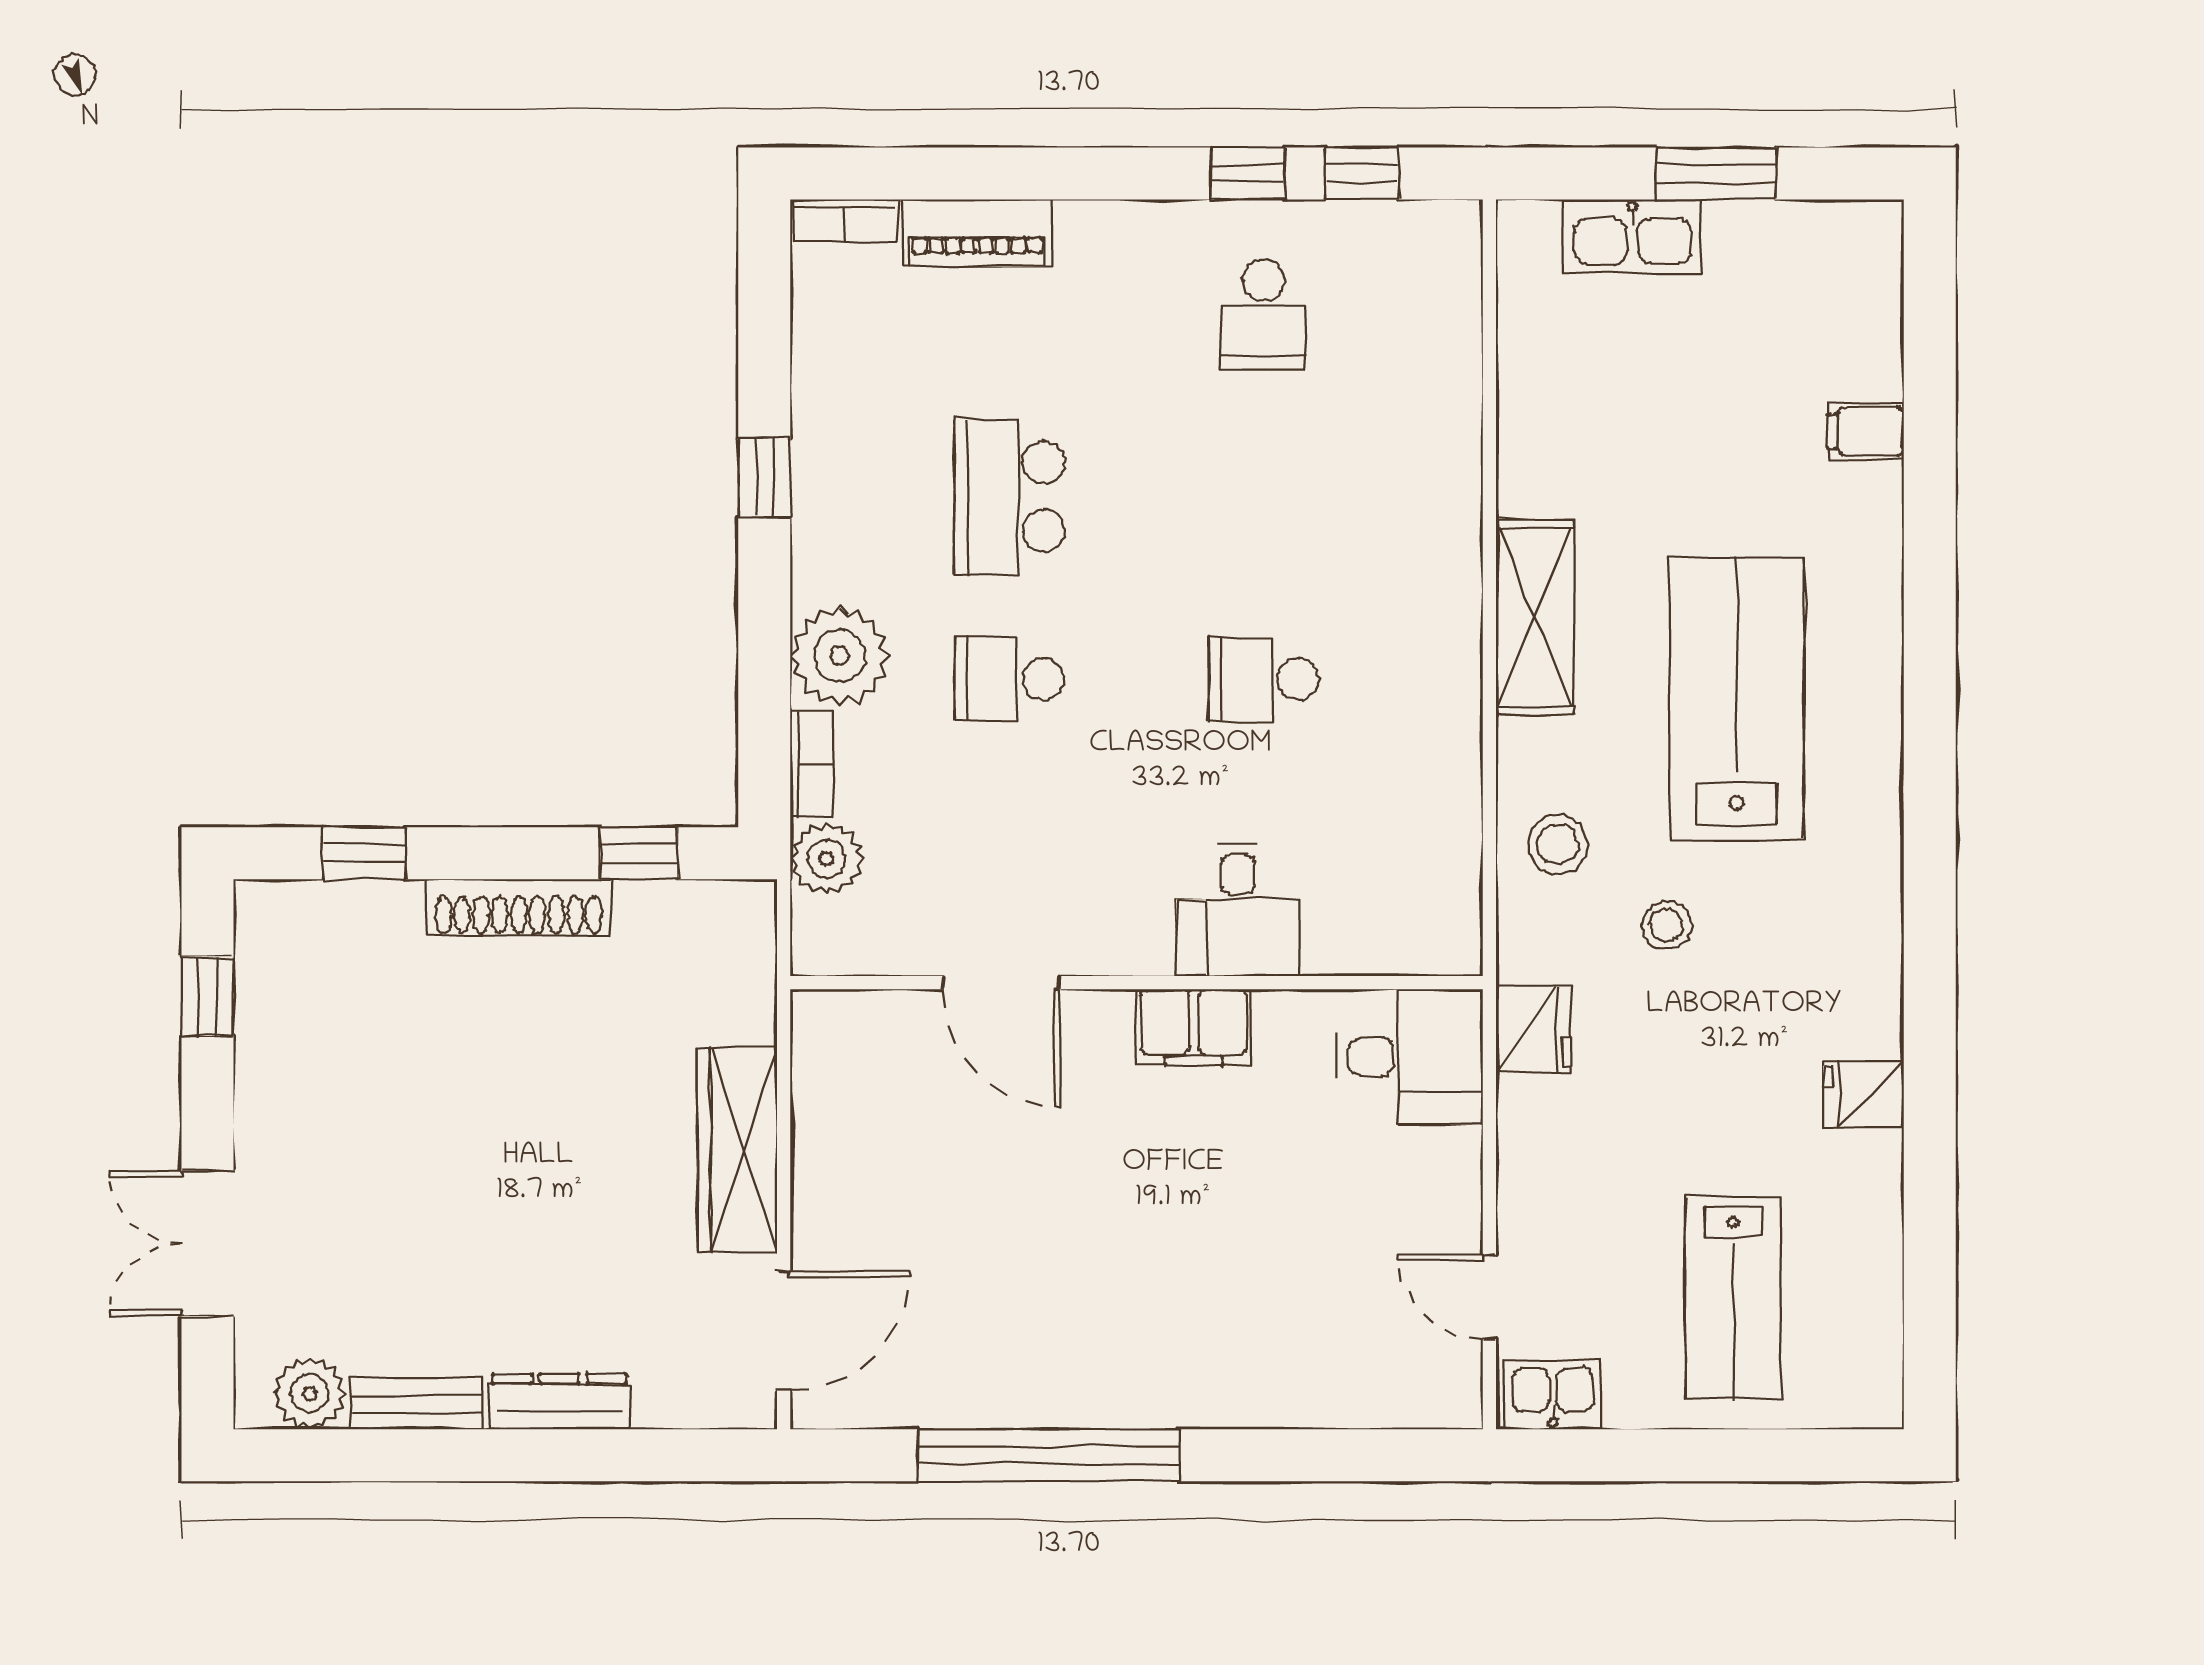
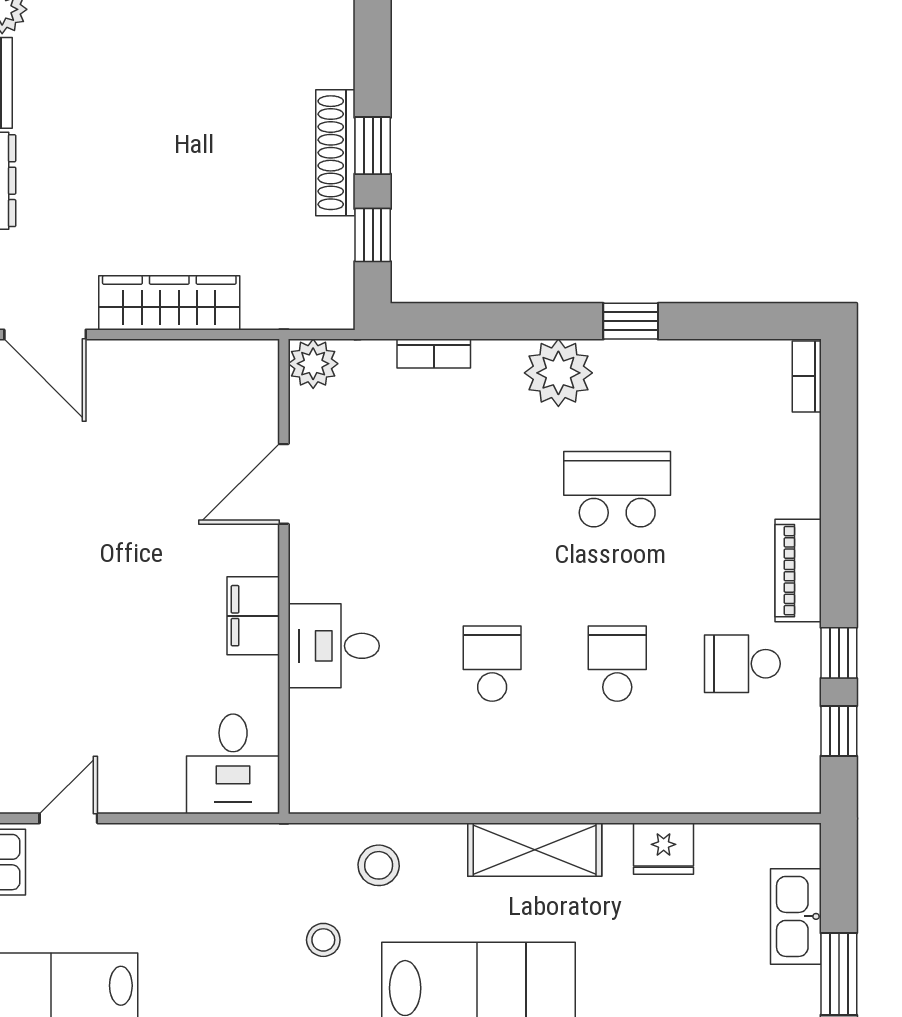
piano: (977, 233) -> (798, 571), moved
plant: (840, 656) -> (558, 373), moved
school desk: (1009, 679) -> (617, 664), moved
window: (364, 853) -> (373, 146), moved
plant: (826, 859) -> (313, 364), moved
fridge: (1533, 1029) -> (664, 849), moved

